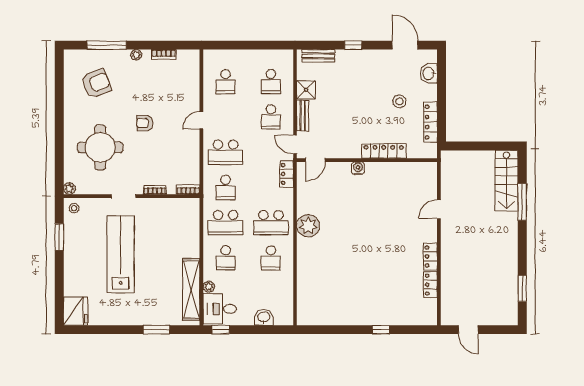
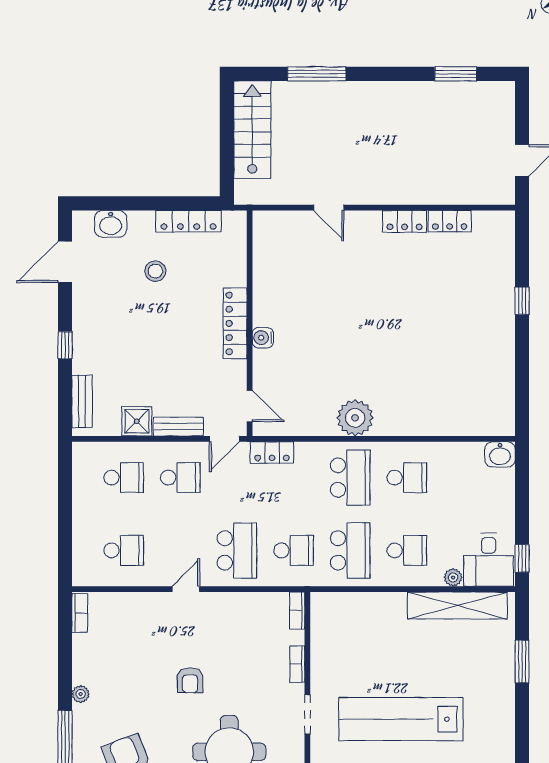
bookcase: (164, 54) -> (80, 613), moved
door: (201, 120) -> (186, 589), swing flipped
locker: (384, 151) -> (235, 323), moved
stairs: (506, 181) -> (252, 130), moved, turned -90
washbasin: (264, 317) -> (500, 454), moved, turned -90

